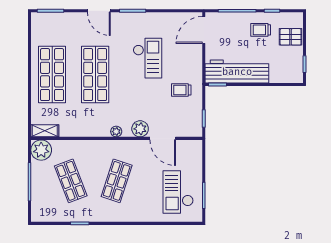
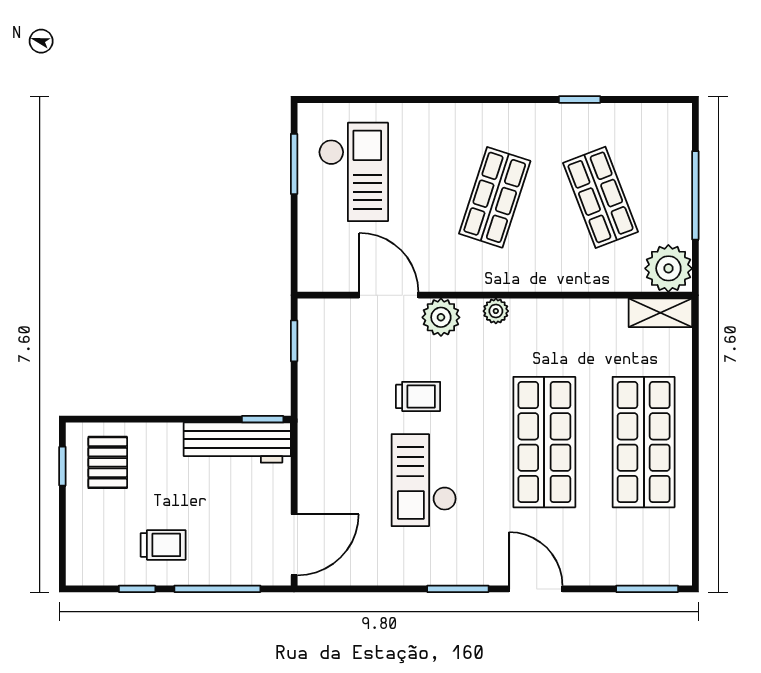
pallet: (291, 37) -> (108, 462), moved, turned 90
workbench: (237, 72) -> (237, 443), width x0.73, depth x0.76
trolley: (181, 90) -> (418, 396), moved

